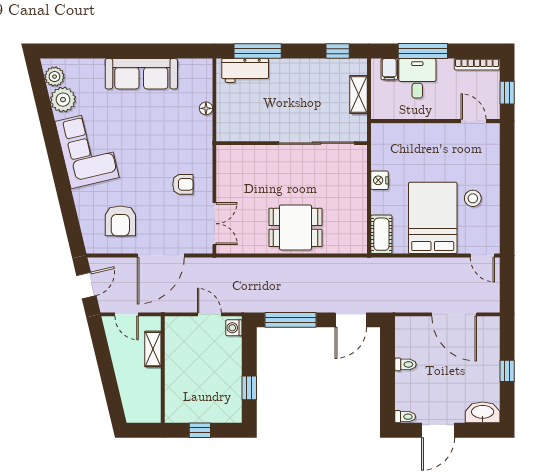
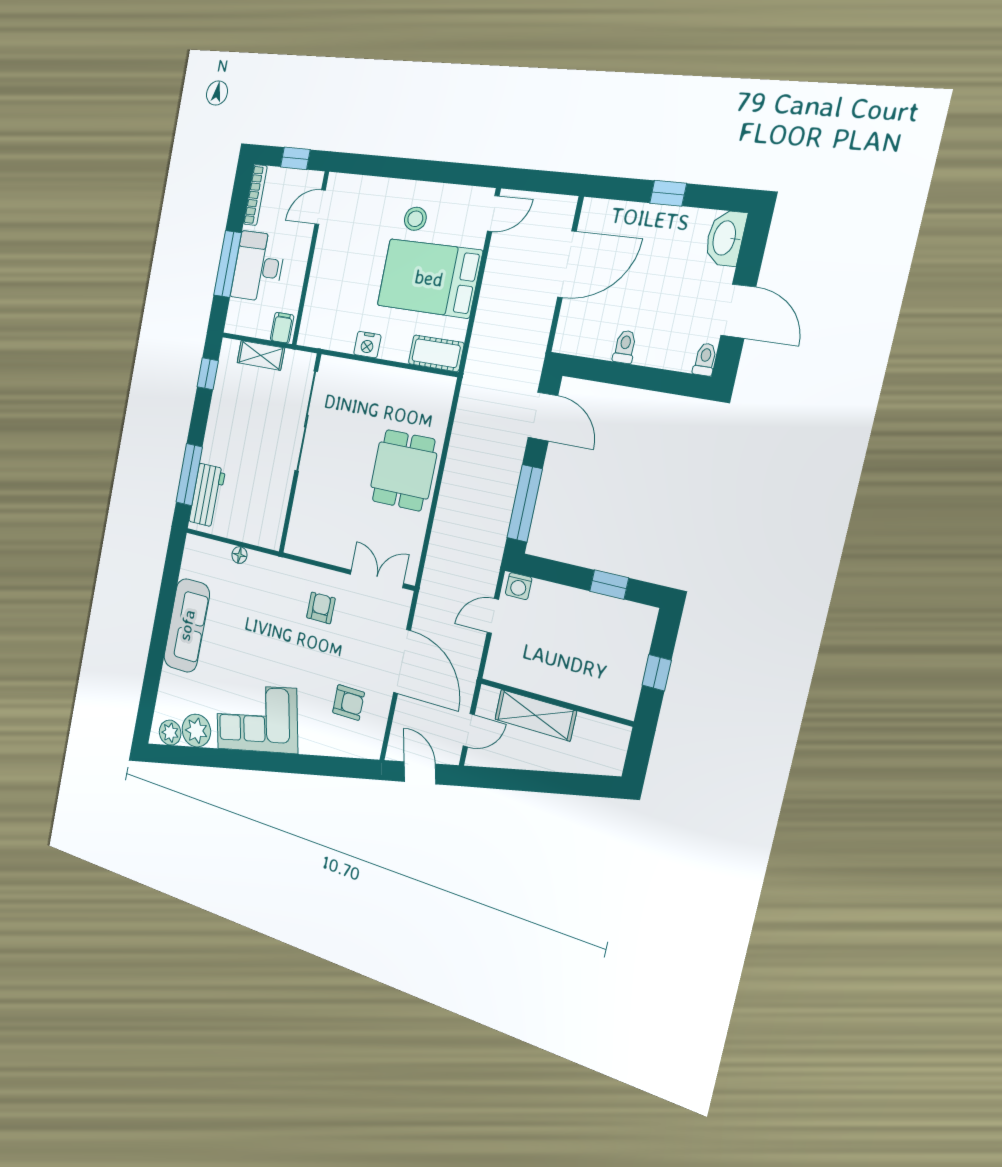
filing cabinet: (389, 69) -> (282, 328), moved, turned -90
desk: (417, 78) -> (258, 267), width x1.37
armchair: (120, 221) -> (348, 703), width x0.72, depth x0.72
shelving: (153, 349) -> (535, 715), width x1.50, depth x1.33

